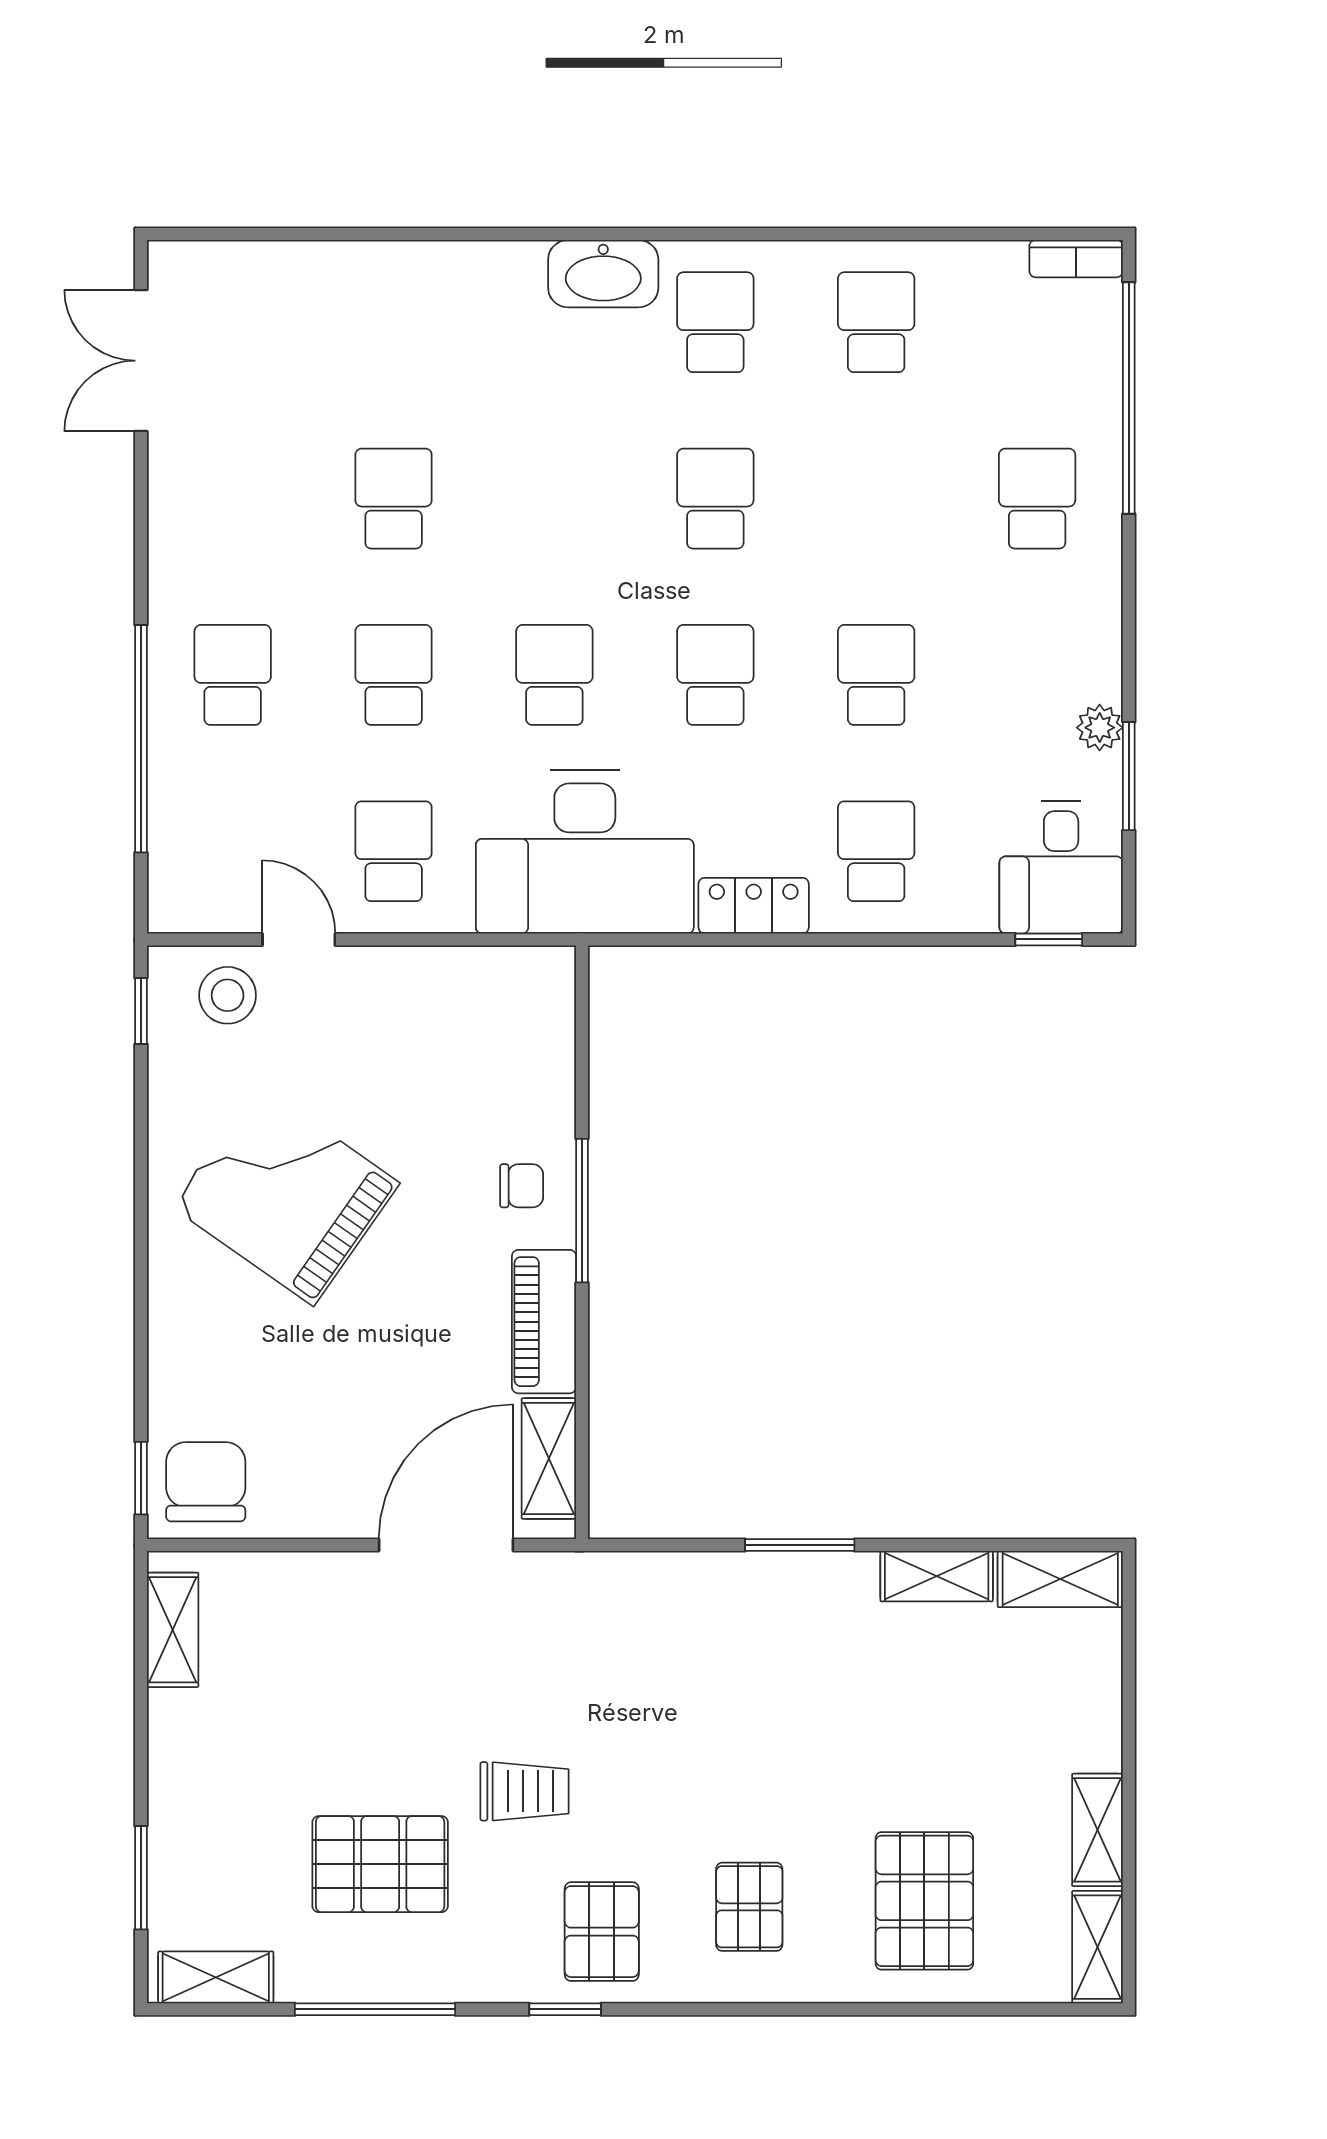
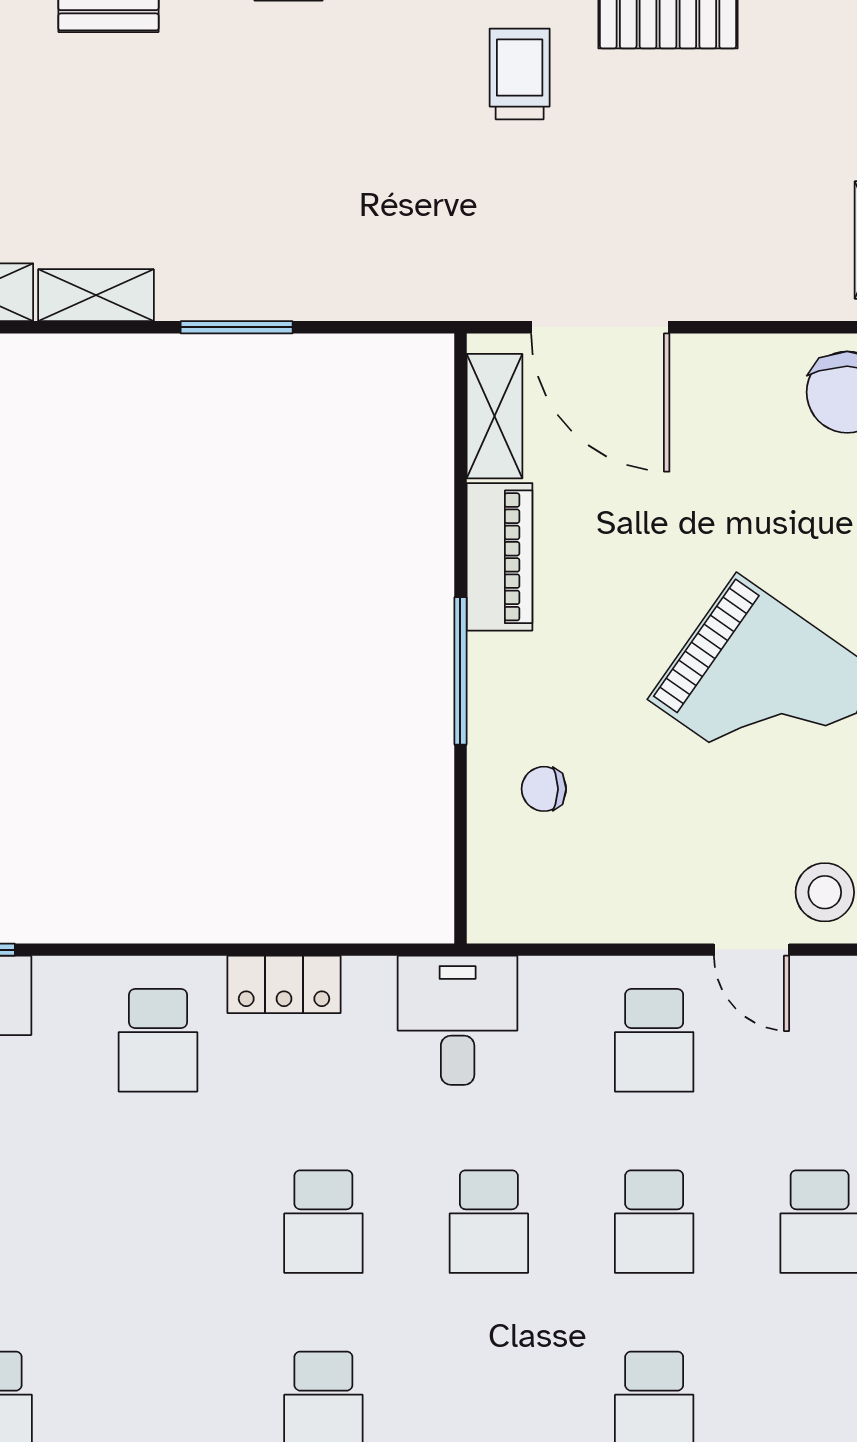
school desk: (876, 675) -> (158, 1222), removed
desk: (585, 852) -> (458, 1020), width x0.53, depth x0.77
chair: (522, 1186) -> (544, 789), moved
door: (446, 1545) -> (600, 327), hinge flipped
trolley: (524, 1791) -> (520, 74), turned 90

